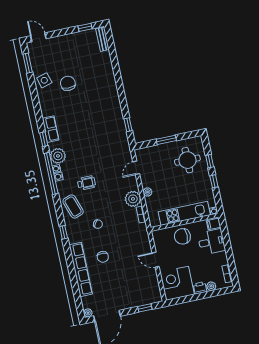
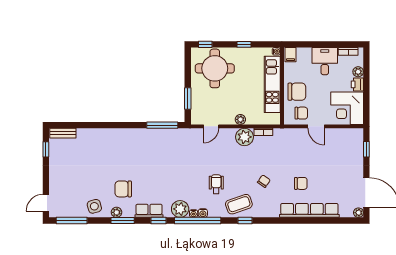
window: (28, 63) -> (72, 221), width x1.44
chair: (68, 83) -> (123, 189), moved
plant: (43, 101) -> (117, 212), added
window: (37, 108) -> (123, 221), added
window: (128, 125) -> (162, 125), width x2.17
window: (166, 140) -> (188, 98), moved
round table: (187, 160) -> (215, 68), width x1.36, depth x1.36
window: (210, 161) -> (205, 44), moved
door: (136, 168) -> (211, 126), hinge flipped
window: (64, 232) -> (245, 221), moved
chair: (182, 236) -> (297, 92), turned -90
desk: (211, 242) -> (325, 61), moved
chair: (164, 244) -> (301, 113), added
door: (156, 260) -> (316, 126), hinge flipped

